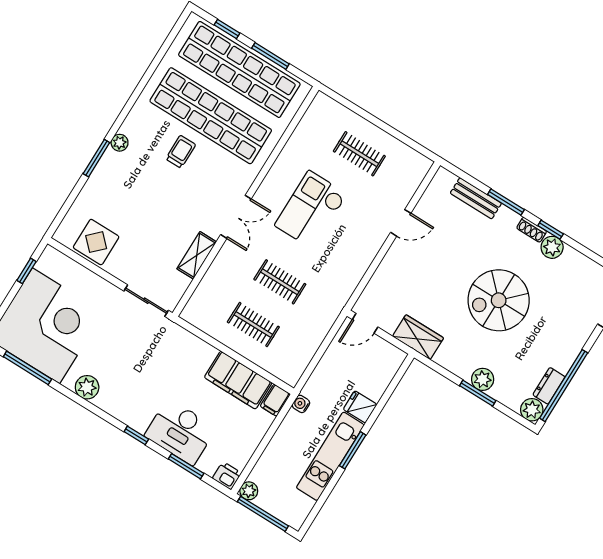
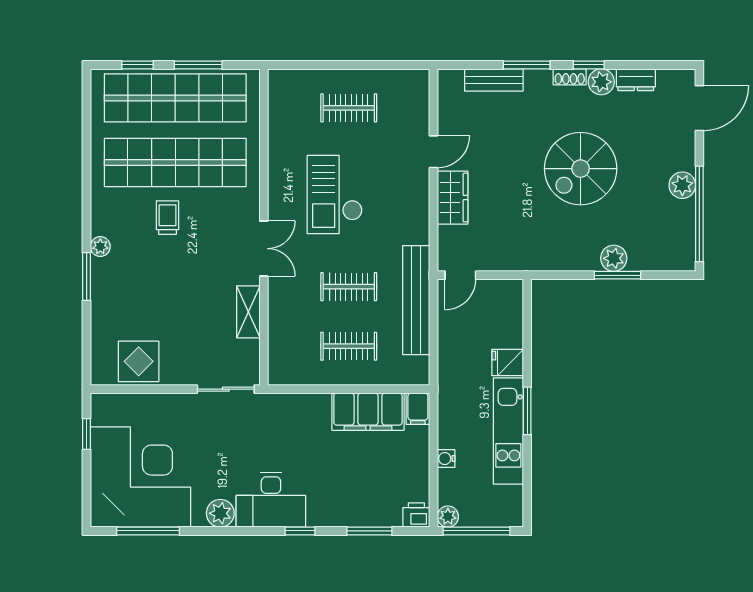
bench: (322, 321) -> (416, 300), added
wardrobe: (418, 337) -> (453, 198), moved, turned 90
dresser: (549, 386) -> (636, 80), moved, turned -90
water cooler: (301, 404) -> (446, 459), moved
plant: (532, 410) -> (682, 185), moved
desk: (180, 432) -> (271, 500), moved

